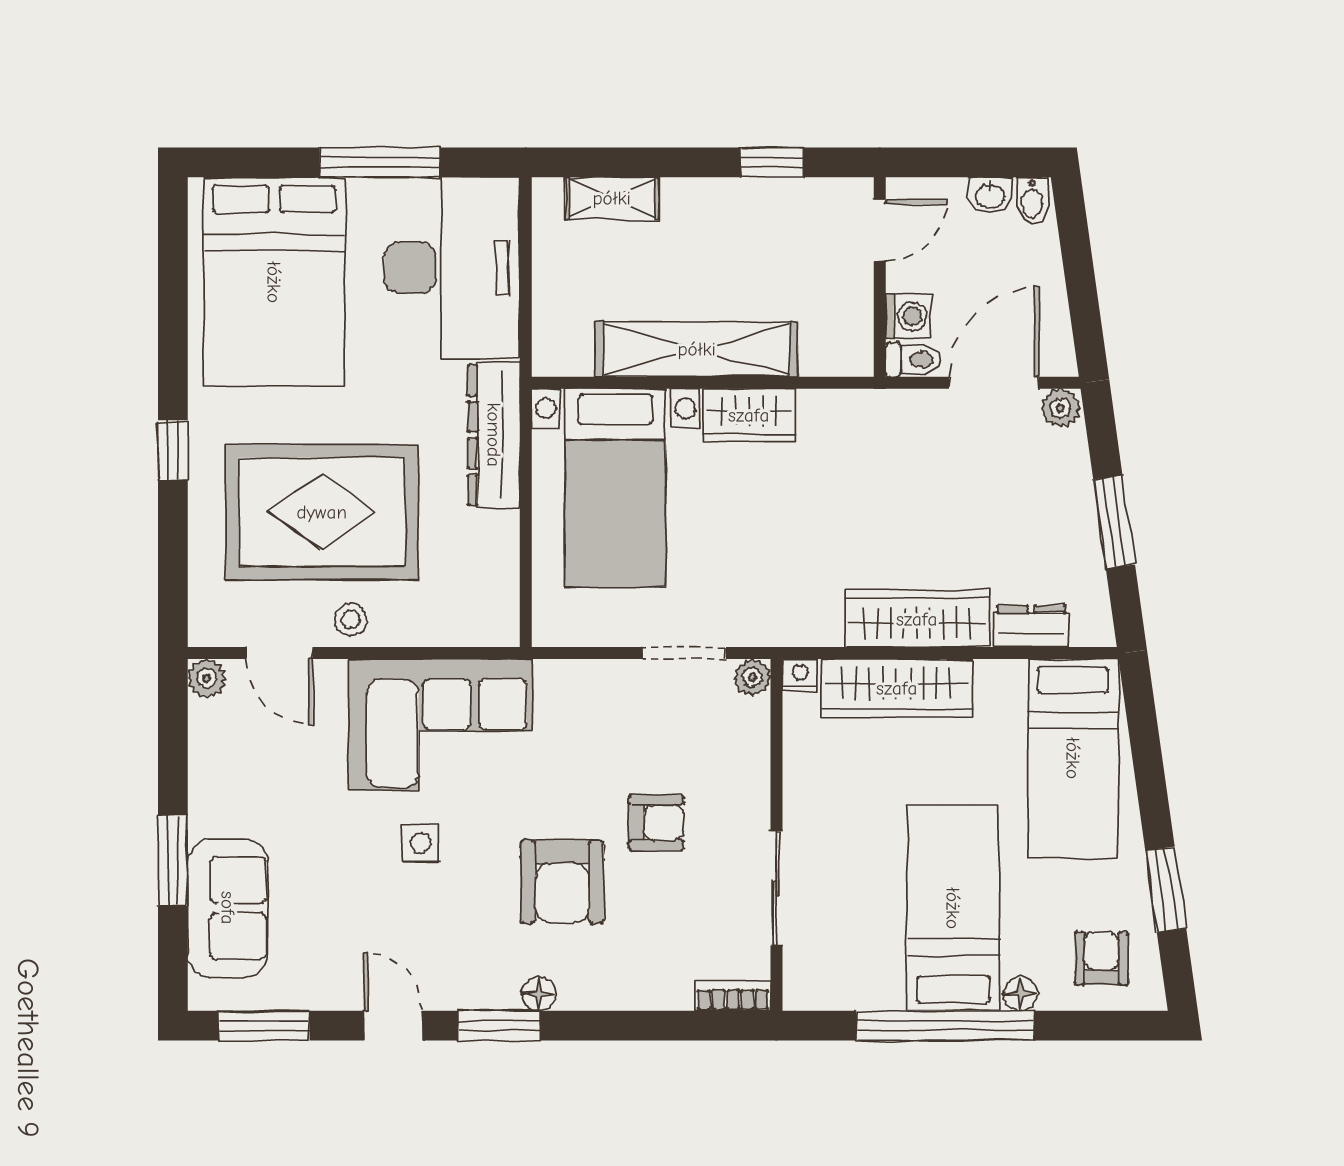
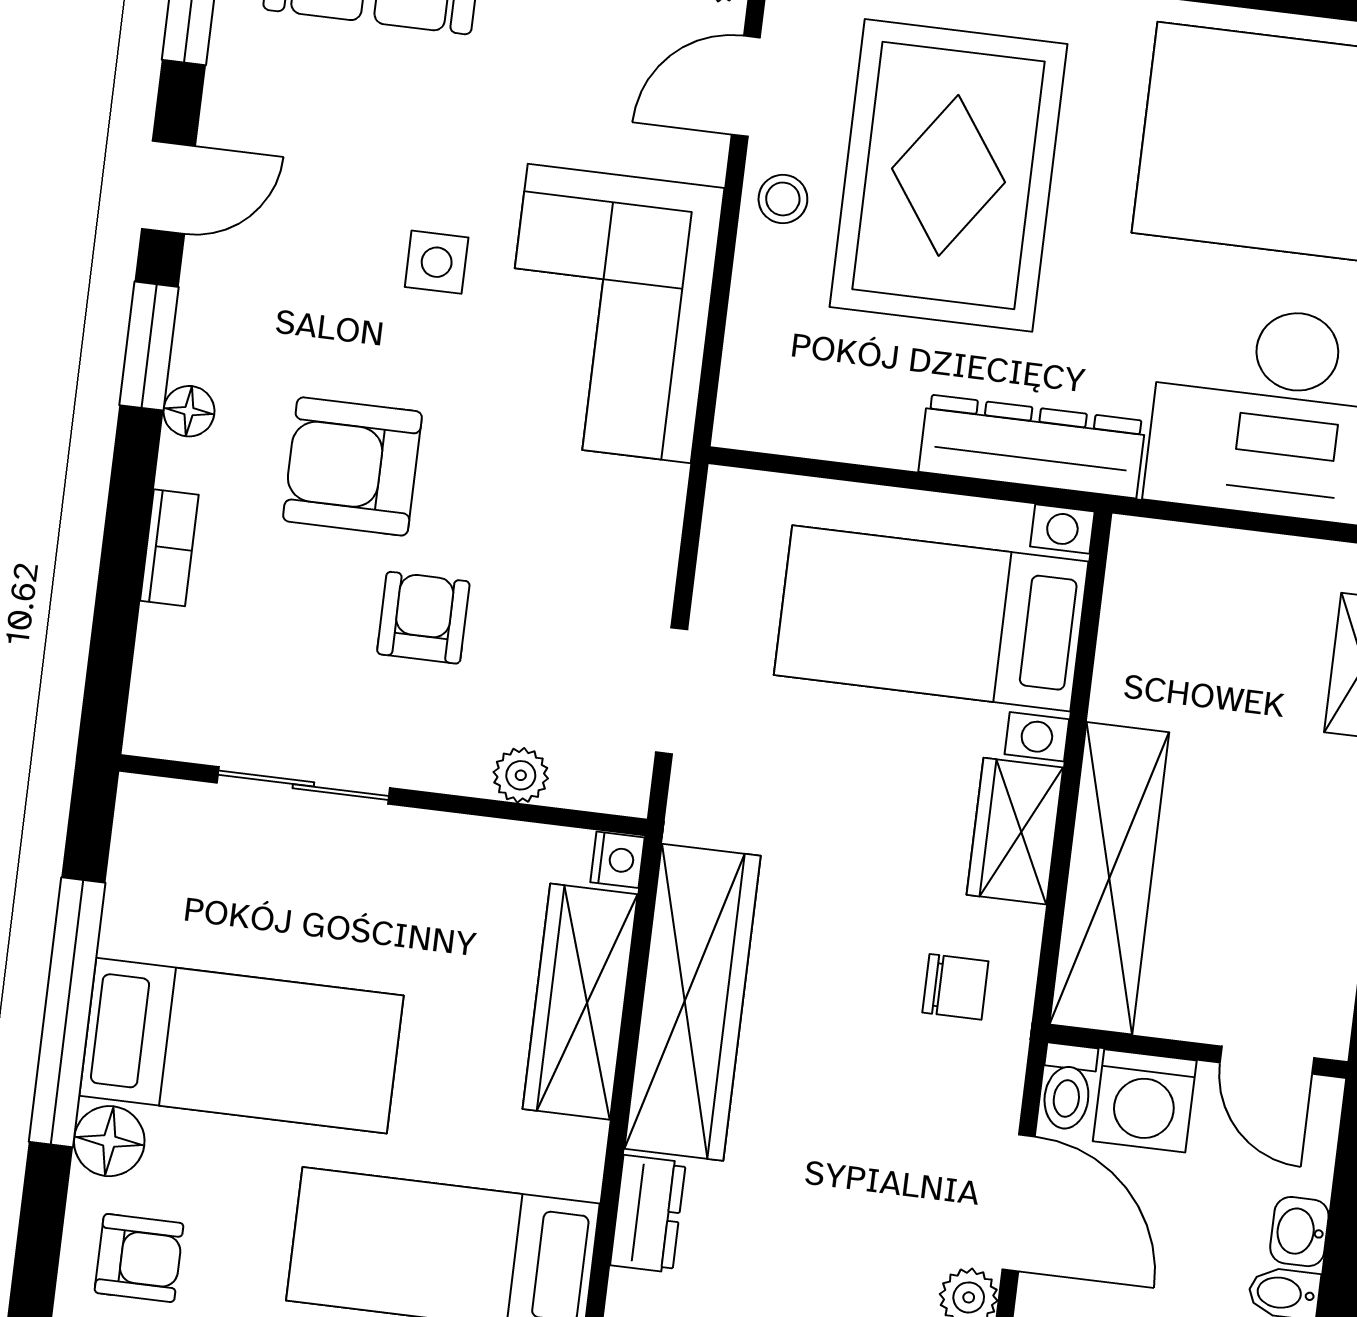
washing machine: (908, 316) -> (1145, 1101), width x1.38, depth x1.38
shelving: (697, 349) -> (1109, 878), moved
chair: (857, 442) -> (955, 987), added
wardrobe: (917, 619) -> (692, 1002), width x1.40, depth x1.17
plant: (752, 677) -> (521, 775), moved
armchair: (656, 823) -> (423, 618), turned 180
floor lamp: (1020, 994) -> (109, 1141), width x1.37, depth x1.37
bookcase: (733, 996) -> (169, 548), moved

